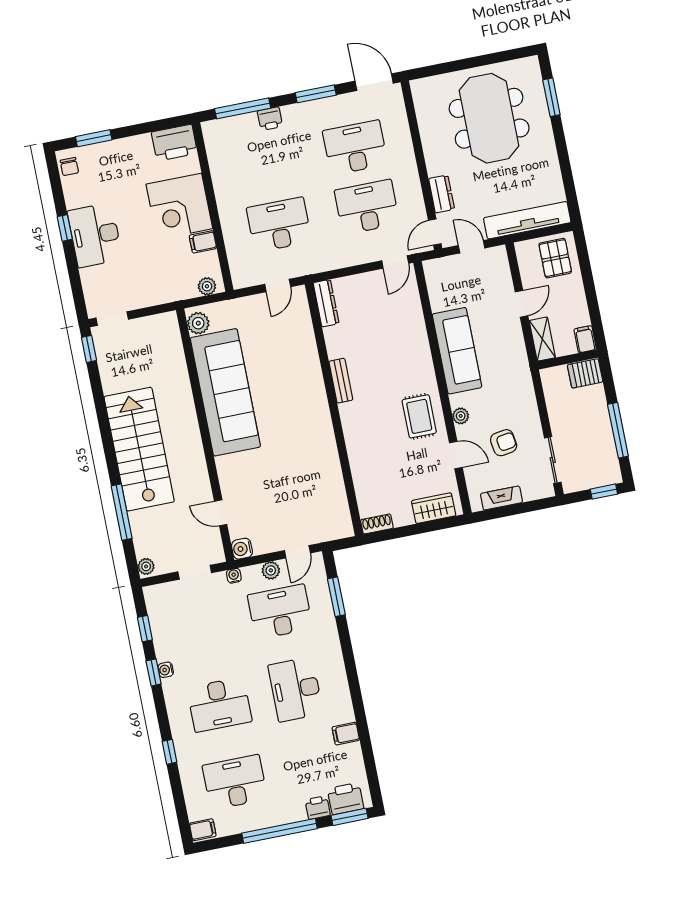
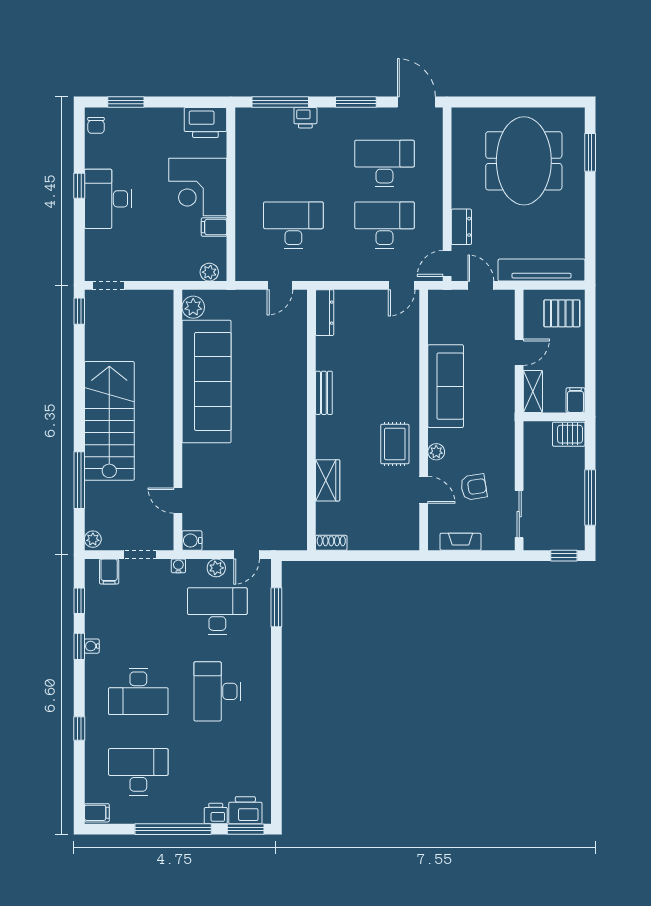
pallet: (555, 258) -> (562, 313), turned 90
wardrobe: (434, 508) -> (328, 480), moved, turned 90
filing cabinet: (346, 734) -> (109, 571), moved, turned -90

